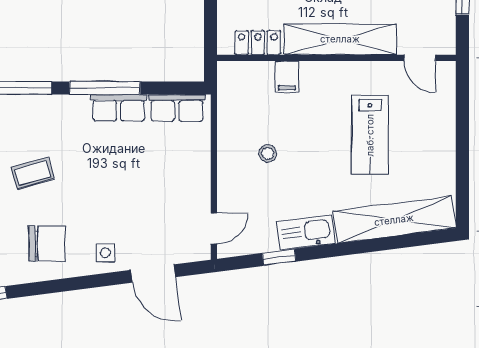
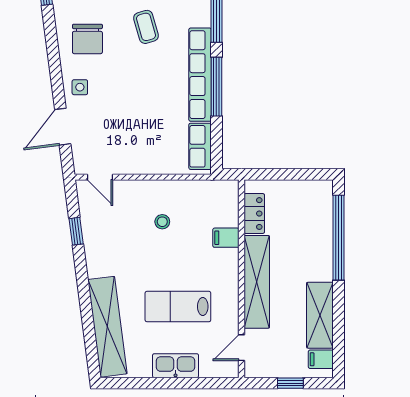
row of seats: (119, 108) -> (200, 75), width x2.02
kitchen sink: (306, 233) -> (176, 366), moved, turned -83

